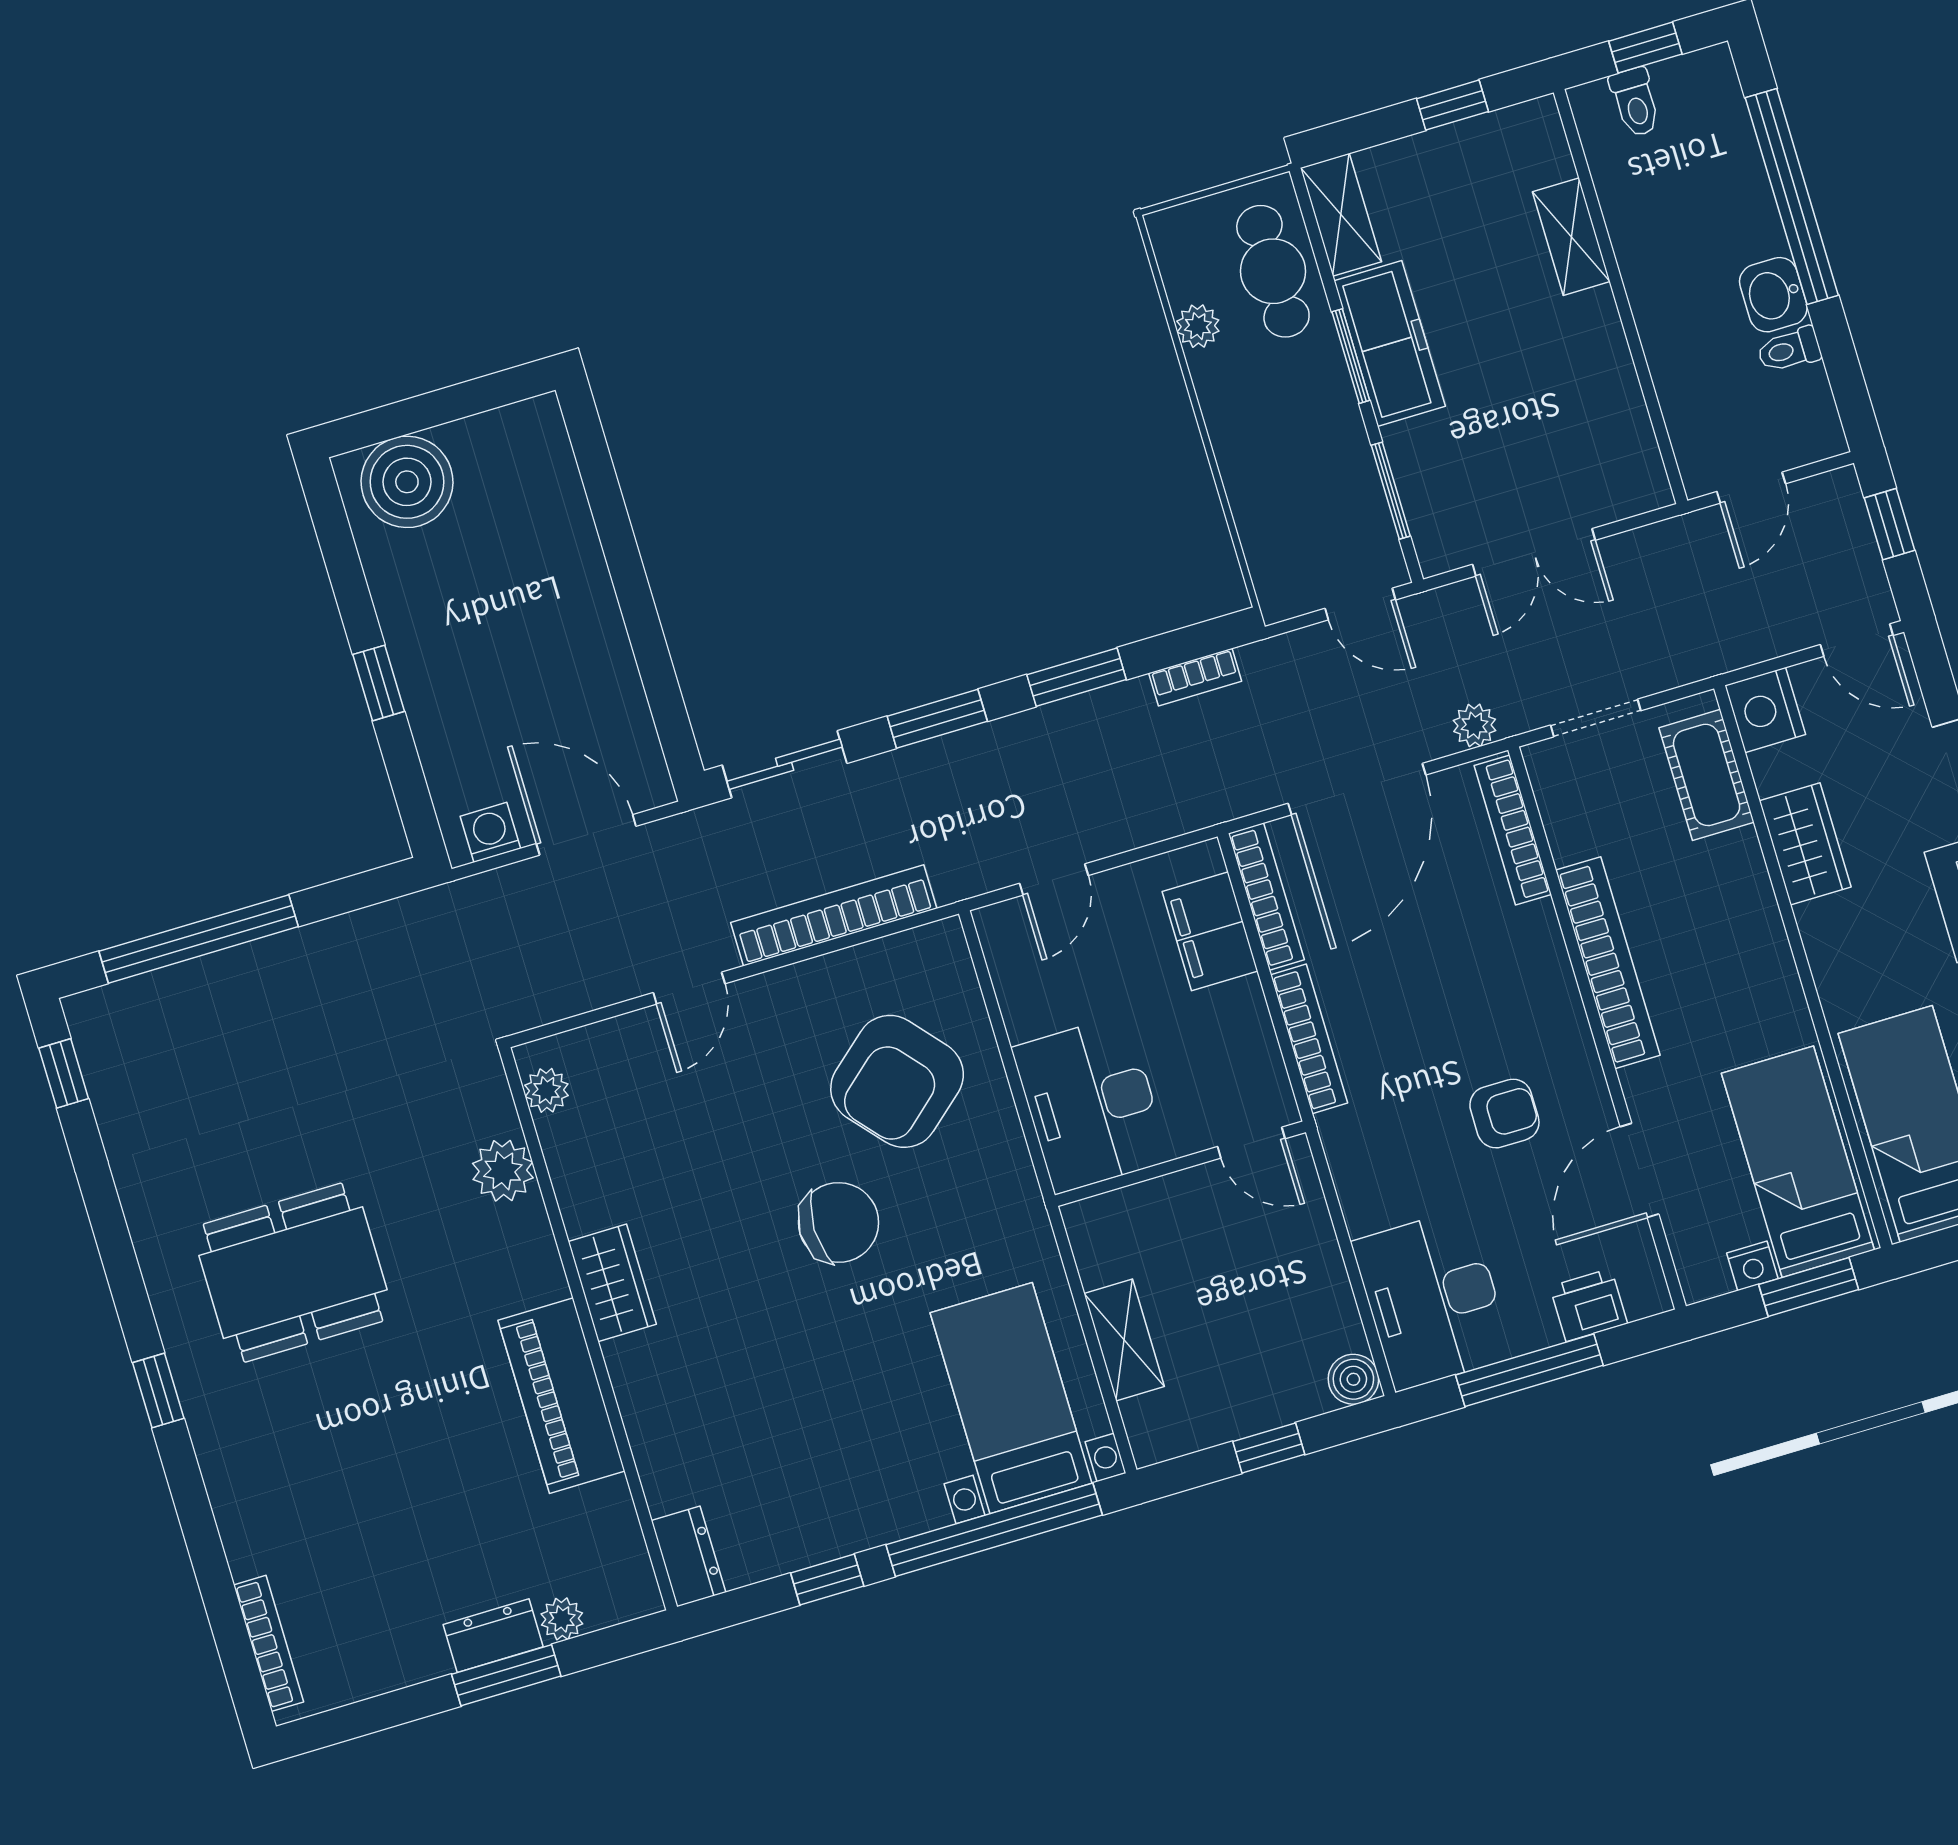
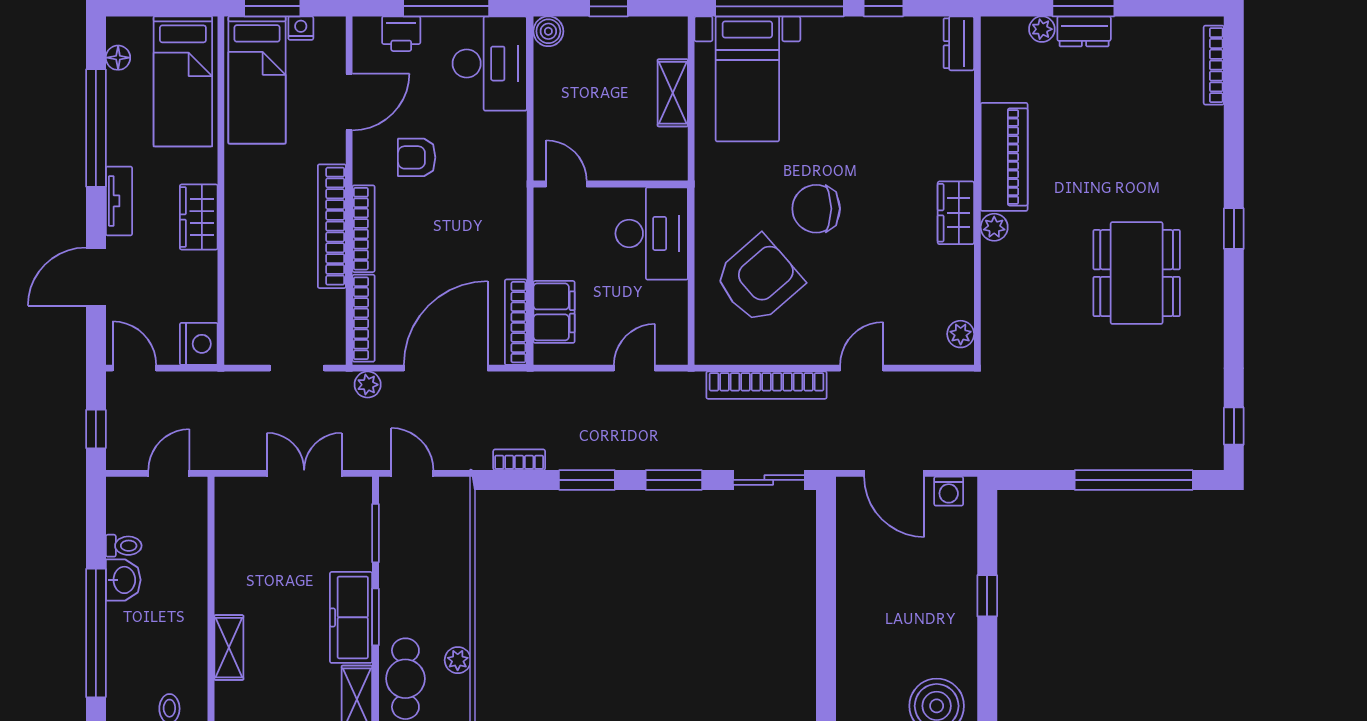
cot: (1707, 775) -> (243, 317), removed
wardrobe: (1805, 844) -> (199, 217), moved
bookcase: (1309, 1039) -> (364, 229), moved, turned 180
plant: (503, 1171) -> (994, 227), moved, width x0.73, depth x0.73
dining table: (293, 1273) -> (1137, 273), turned 90

